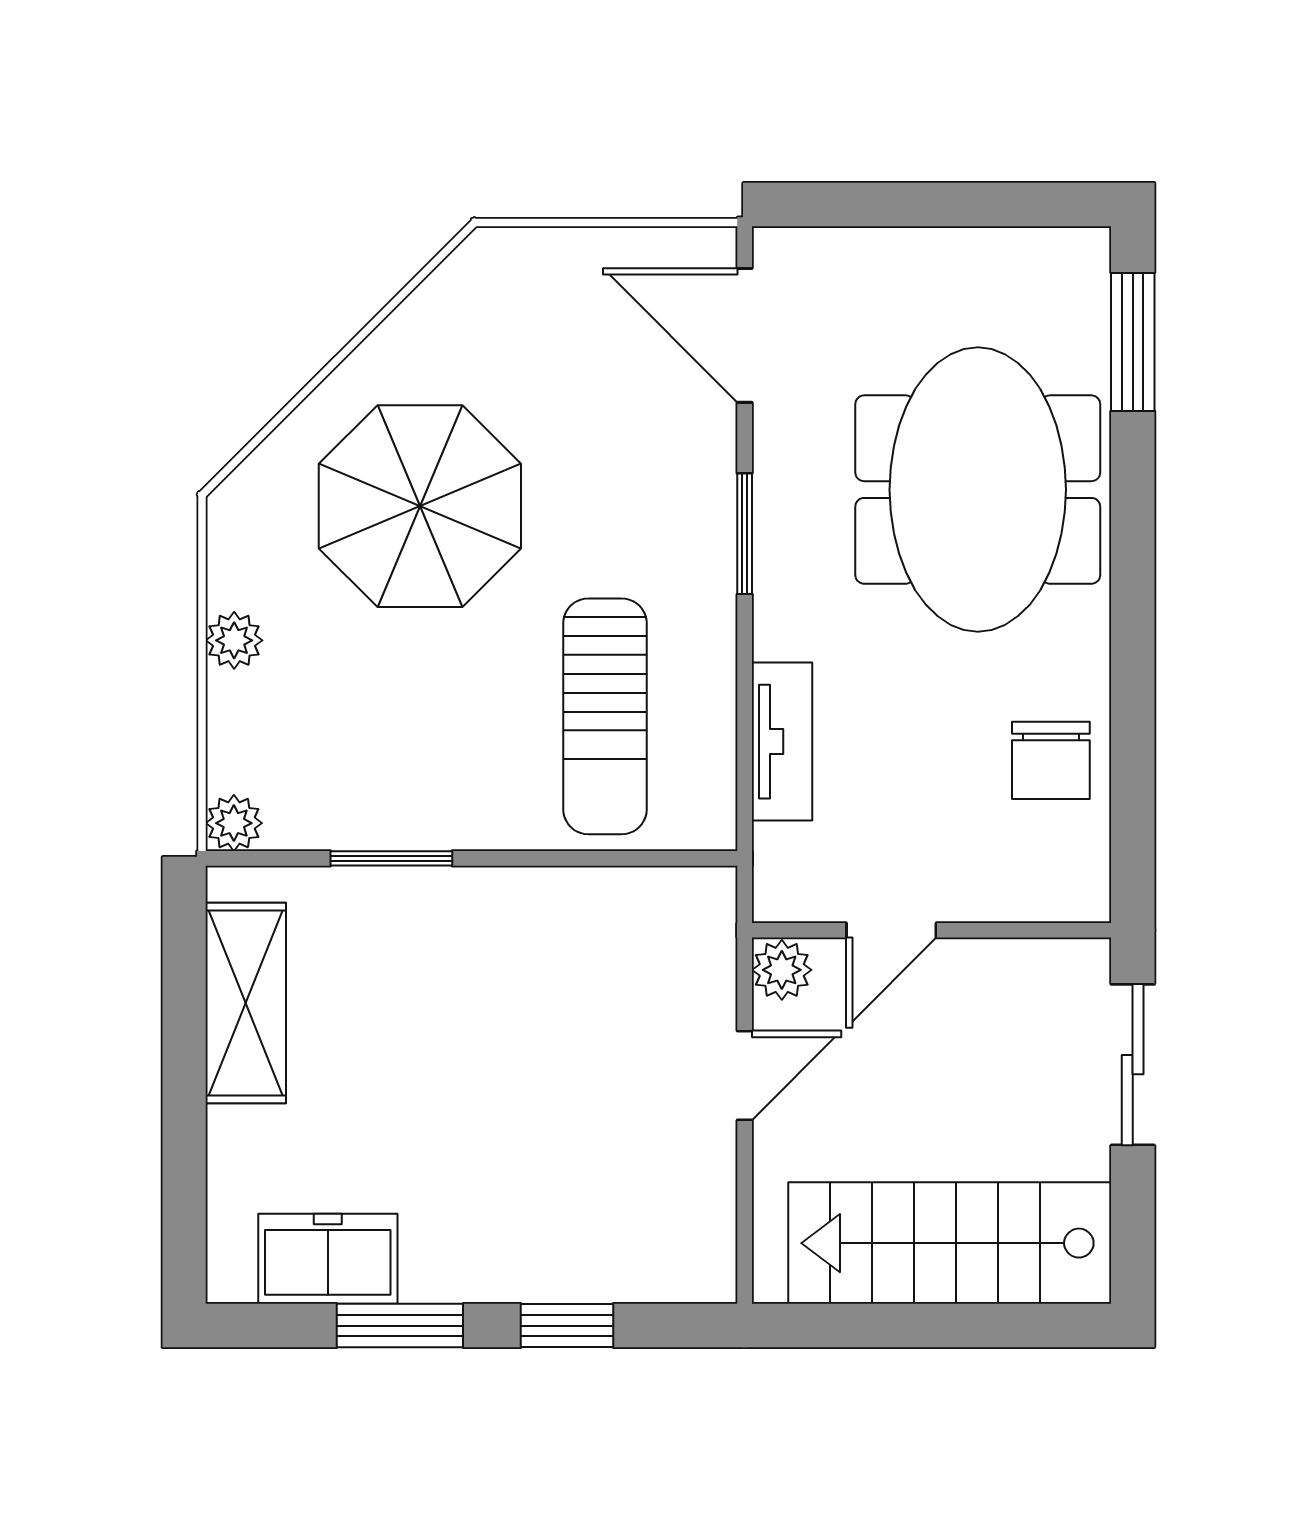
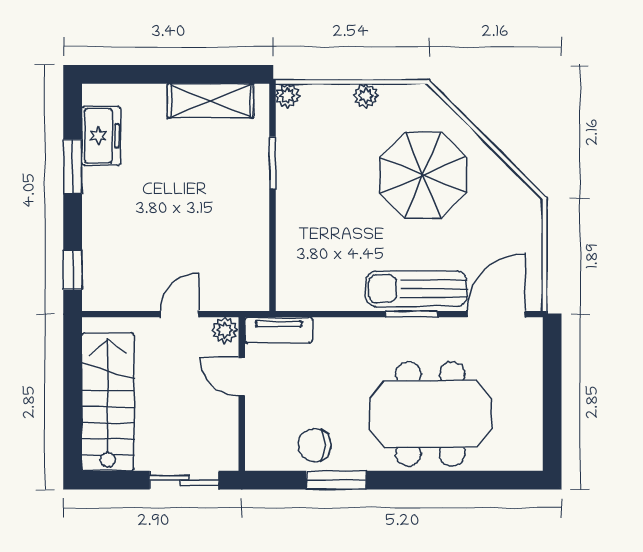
window: (1133, 342) -> (336, 480), moved
sun lounger: (605, 716) -> (416, 289), moved
tv unit: (782, 742) -> (279, 330), moved
door: (745, 1076) -> (180, 314), swing flipped
window: (567, 1326) -> (73, 270), moved

